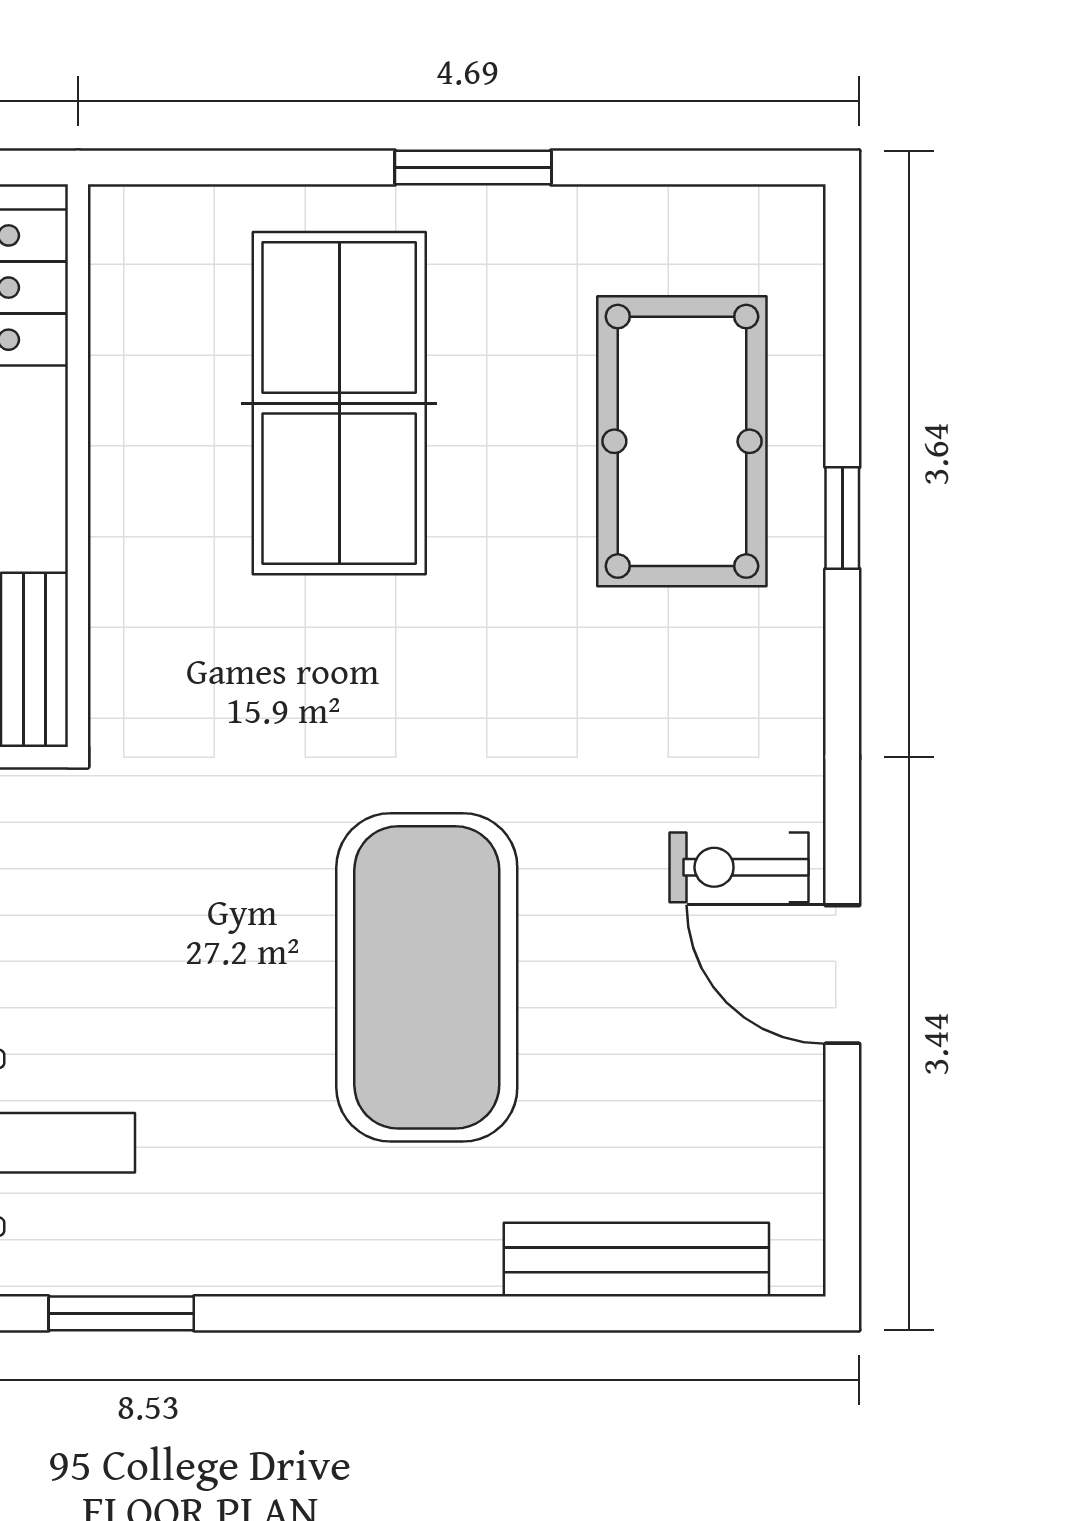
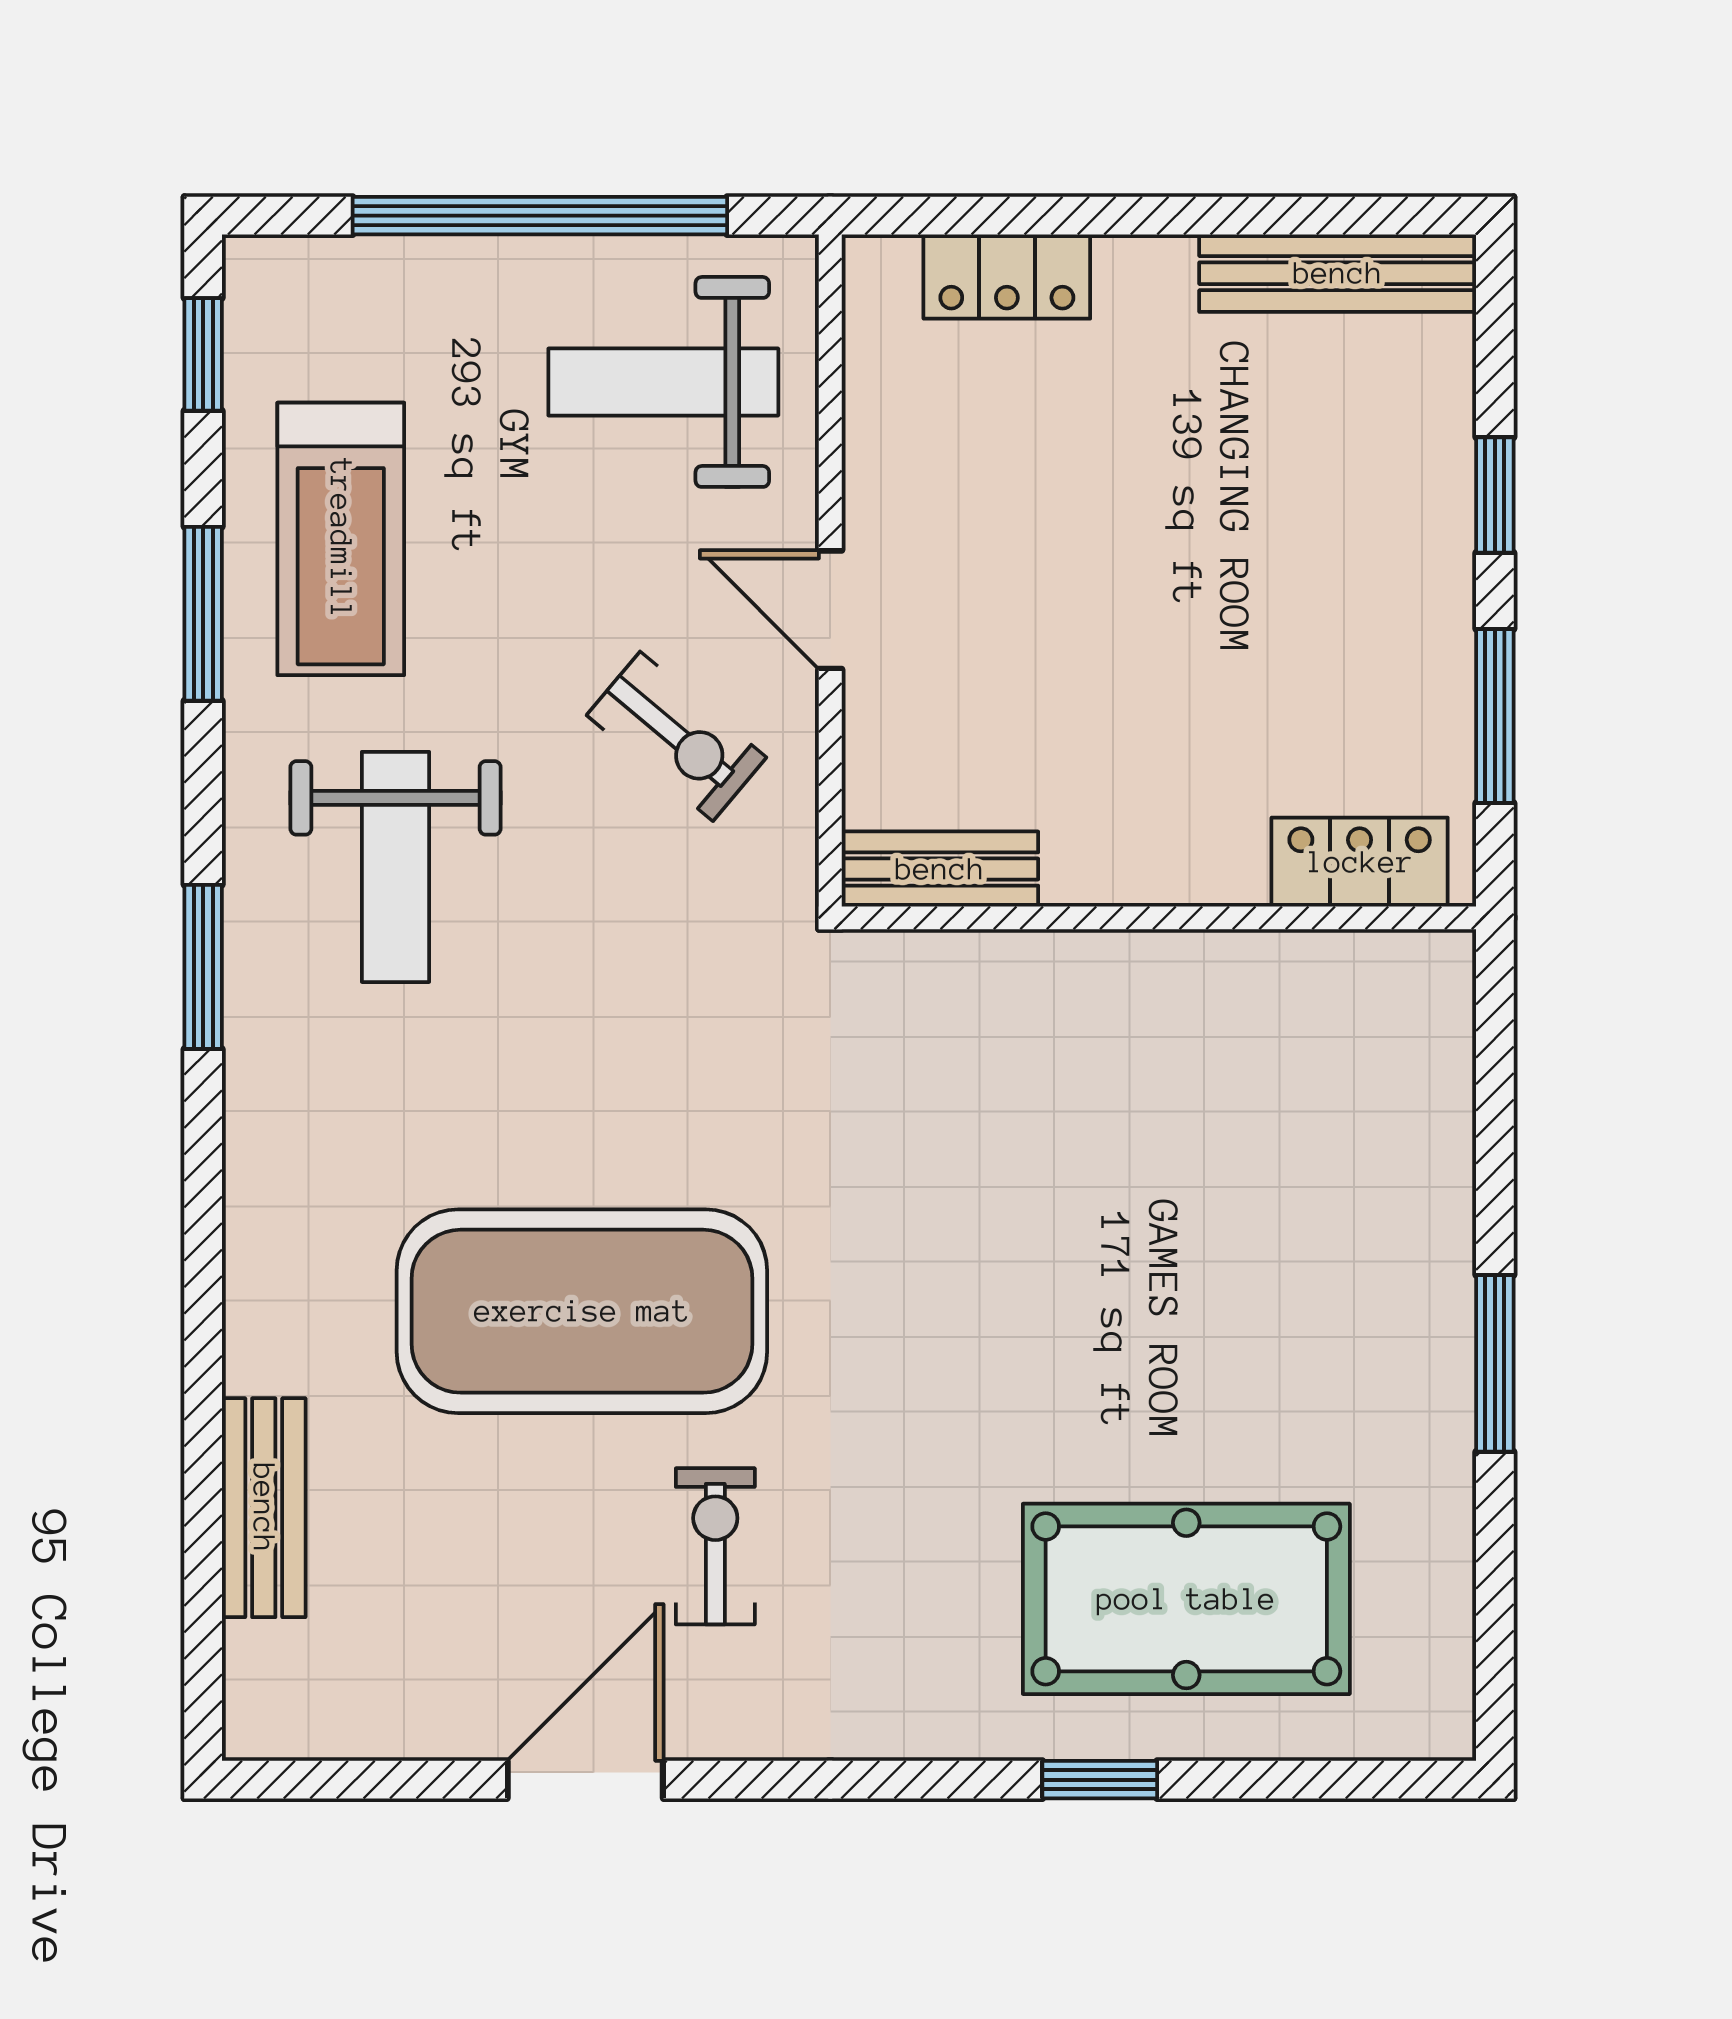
table tennis table: (339, 403) -> (1229, 1212), removed
exercise bike: (739, 867) -> (715, 1546), moved
bench: (636, 1260) -> (264, 1508), width x0.73

